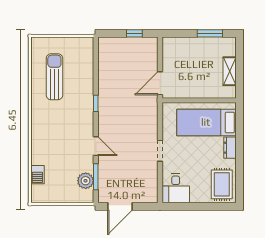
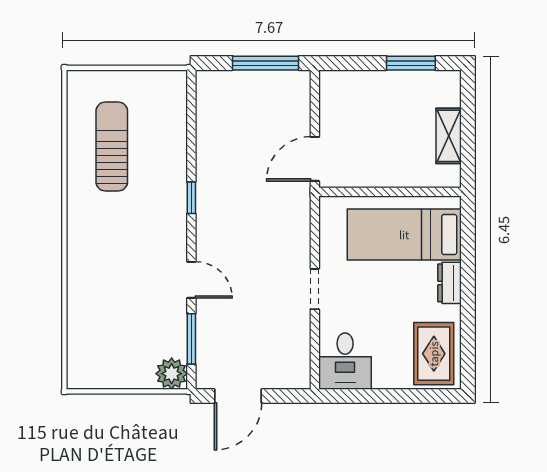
window: (134, 33) -> (266, 63), width x2.17
barbecue: (37, 175) -> (79, 335), removed
plant: (86, 181) -> (172, 374), moved

